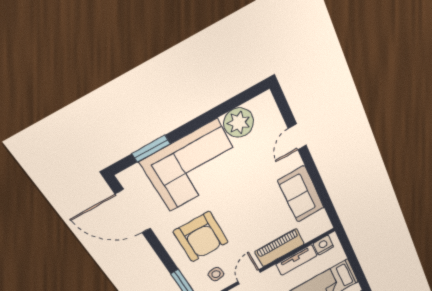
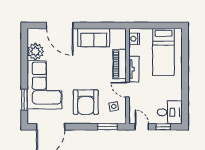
door: (297, 137) -> (60, 25), width x1.88
armchair: (201, 237) -> (86, 102), turned 90
tv unit: (296, 260) -> (134, 69), moved

